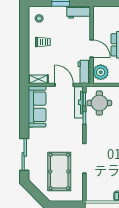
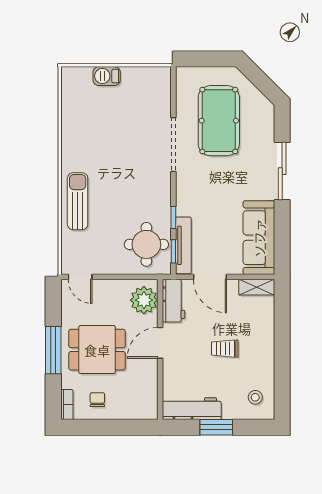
workbench: (79, 12) -> (192, 409), width x1.38
trolley: (43, 42) -> (225, 349), moved
door: (92, 49) -> (160, 343), hinge flipped
sliding door: (24, 154) -> (282, 171), moved

